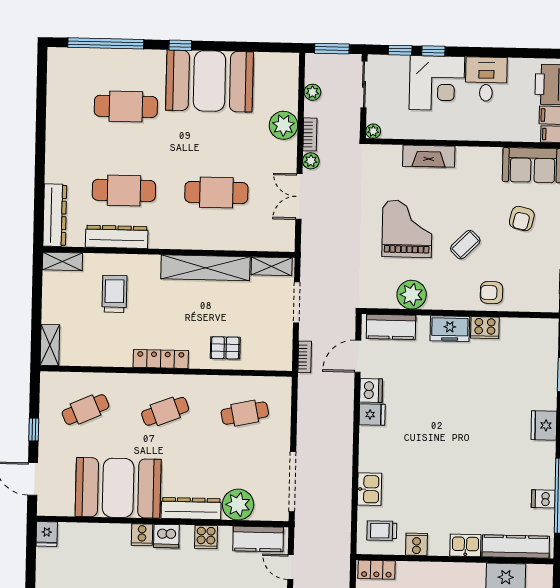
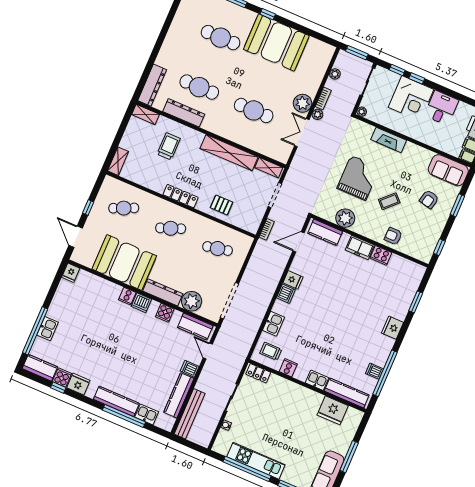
plant: (283, 125) -> (303, 103), moved
dishwasher: (371, 390) -> (286, 294), moved

